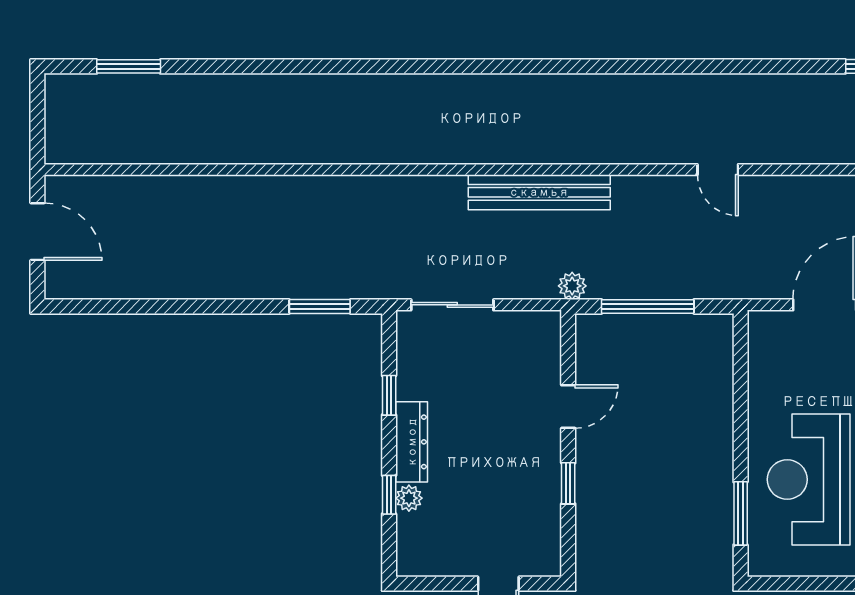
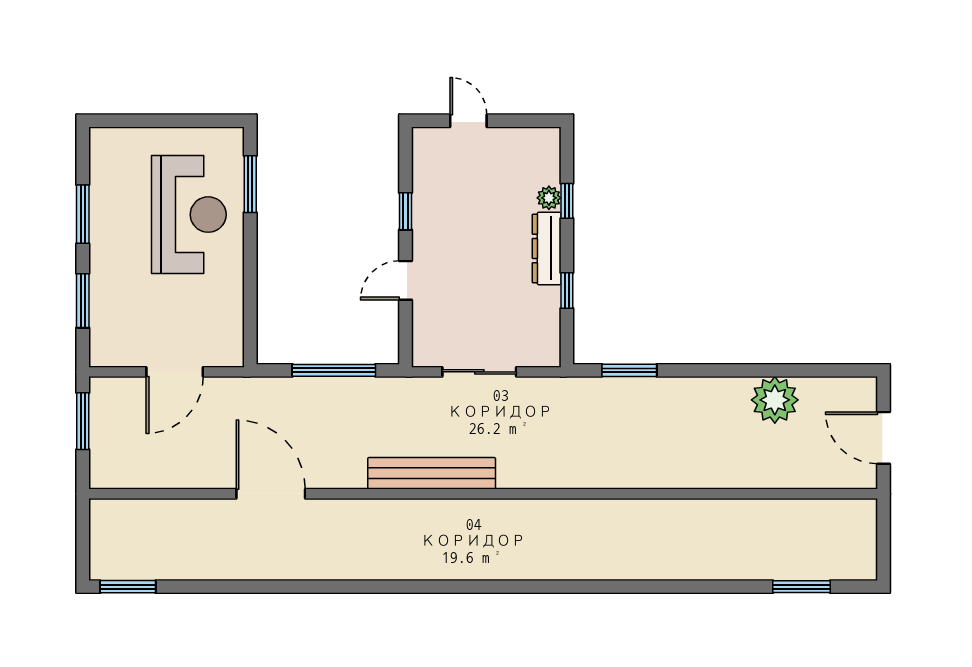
door: (718, 170) -> (271, 494), width x1.88
plant: (572, 286) -> (775, 400), moved, width x1.88, depth x1.88
sliding door: (452, 305) -> (479, 372), moved

